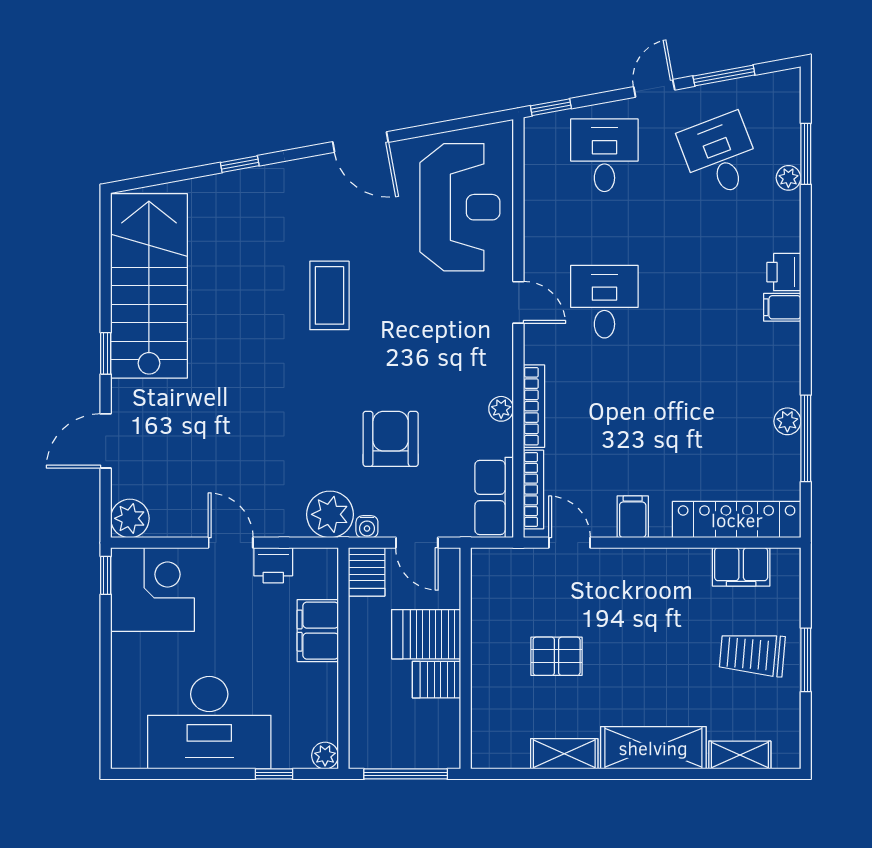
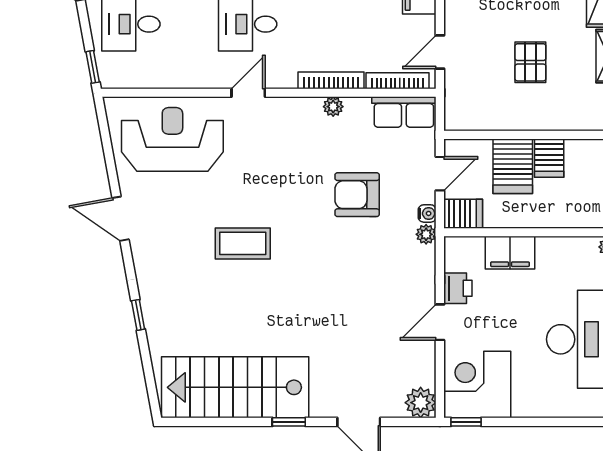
door: (361, 142) -> (120, 219), swing flipped
plant: (330, 514) -> (426, 234), width x0.53, depth x0.53

